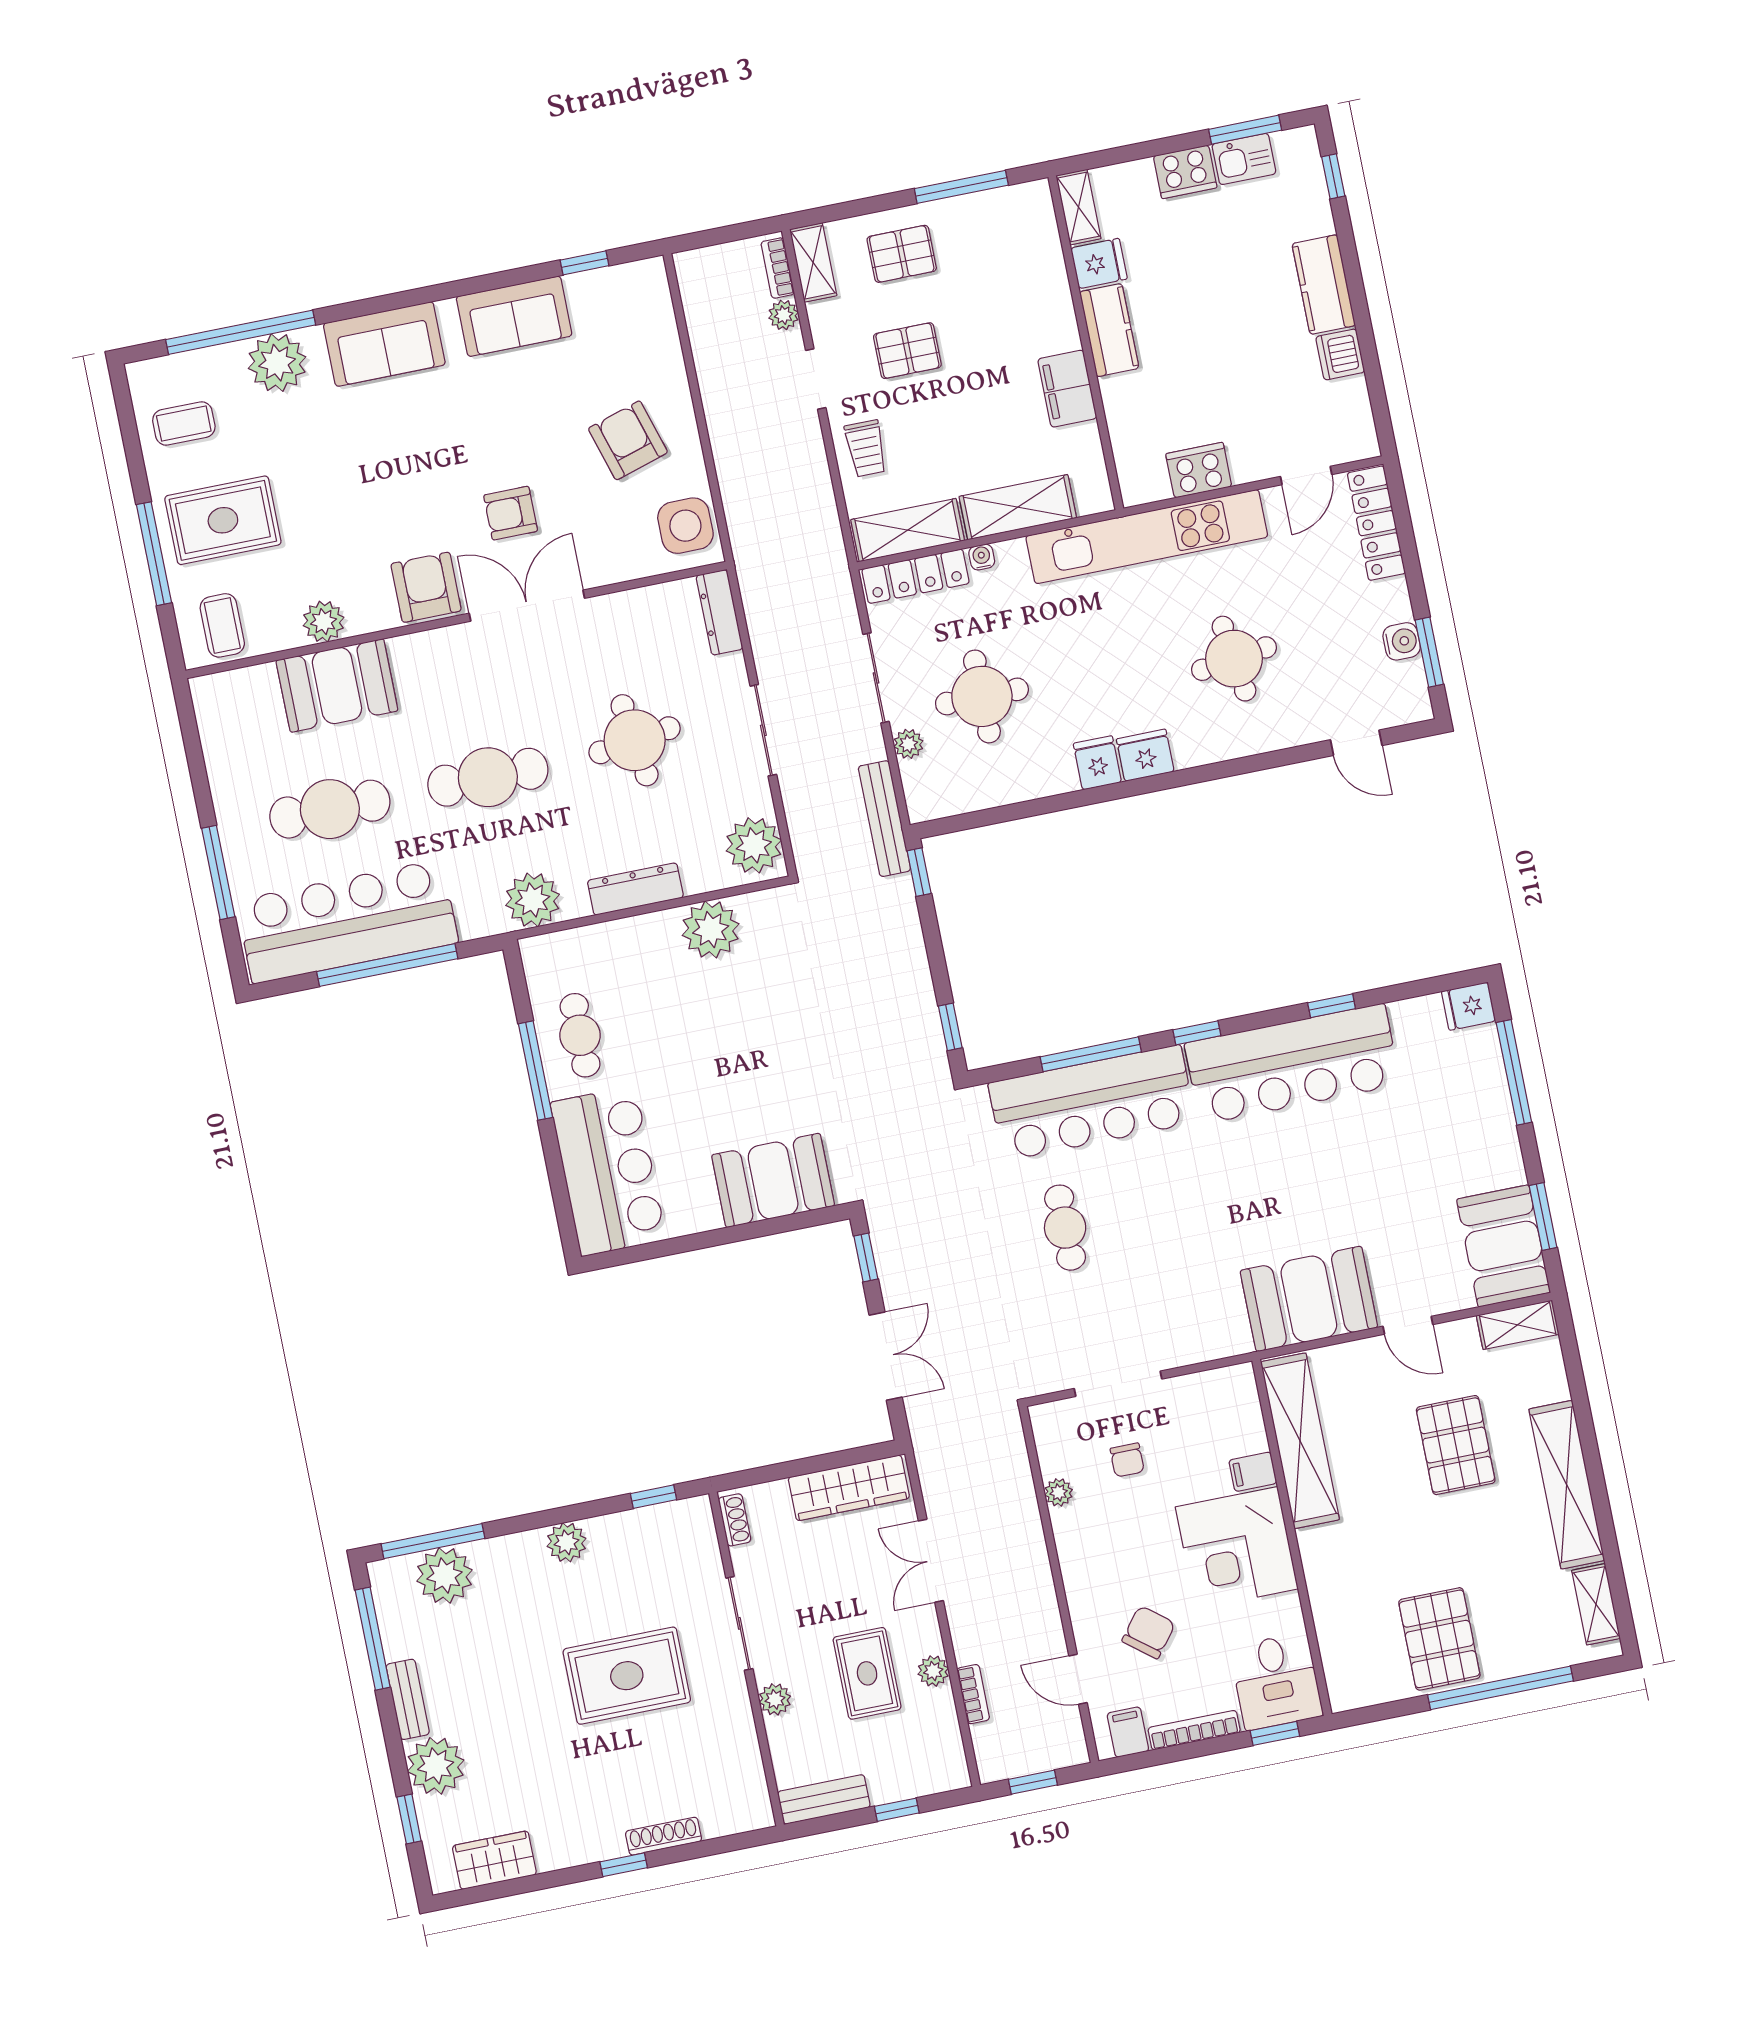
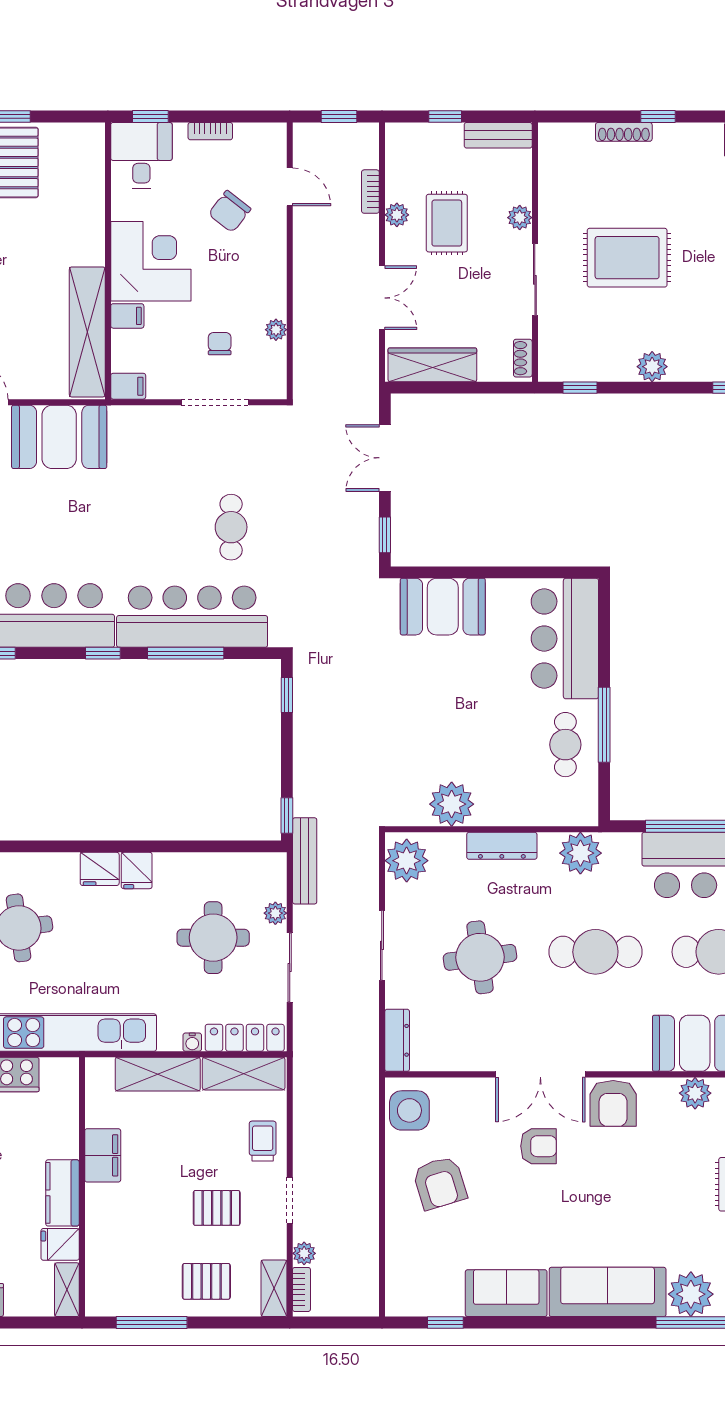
sofa: (384, 344) -> (608, 1292), width x1.36
bookcase: (1194, 1730) -> (210, 131), width x0.64
filing cabinet: (1128, 1732) -> (128, 386), moved, turned -90

